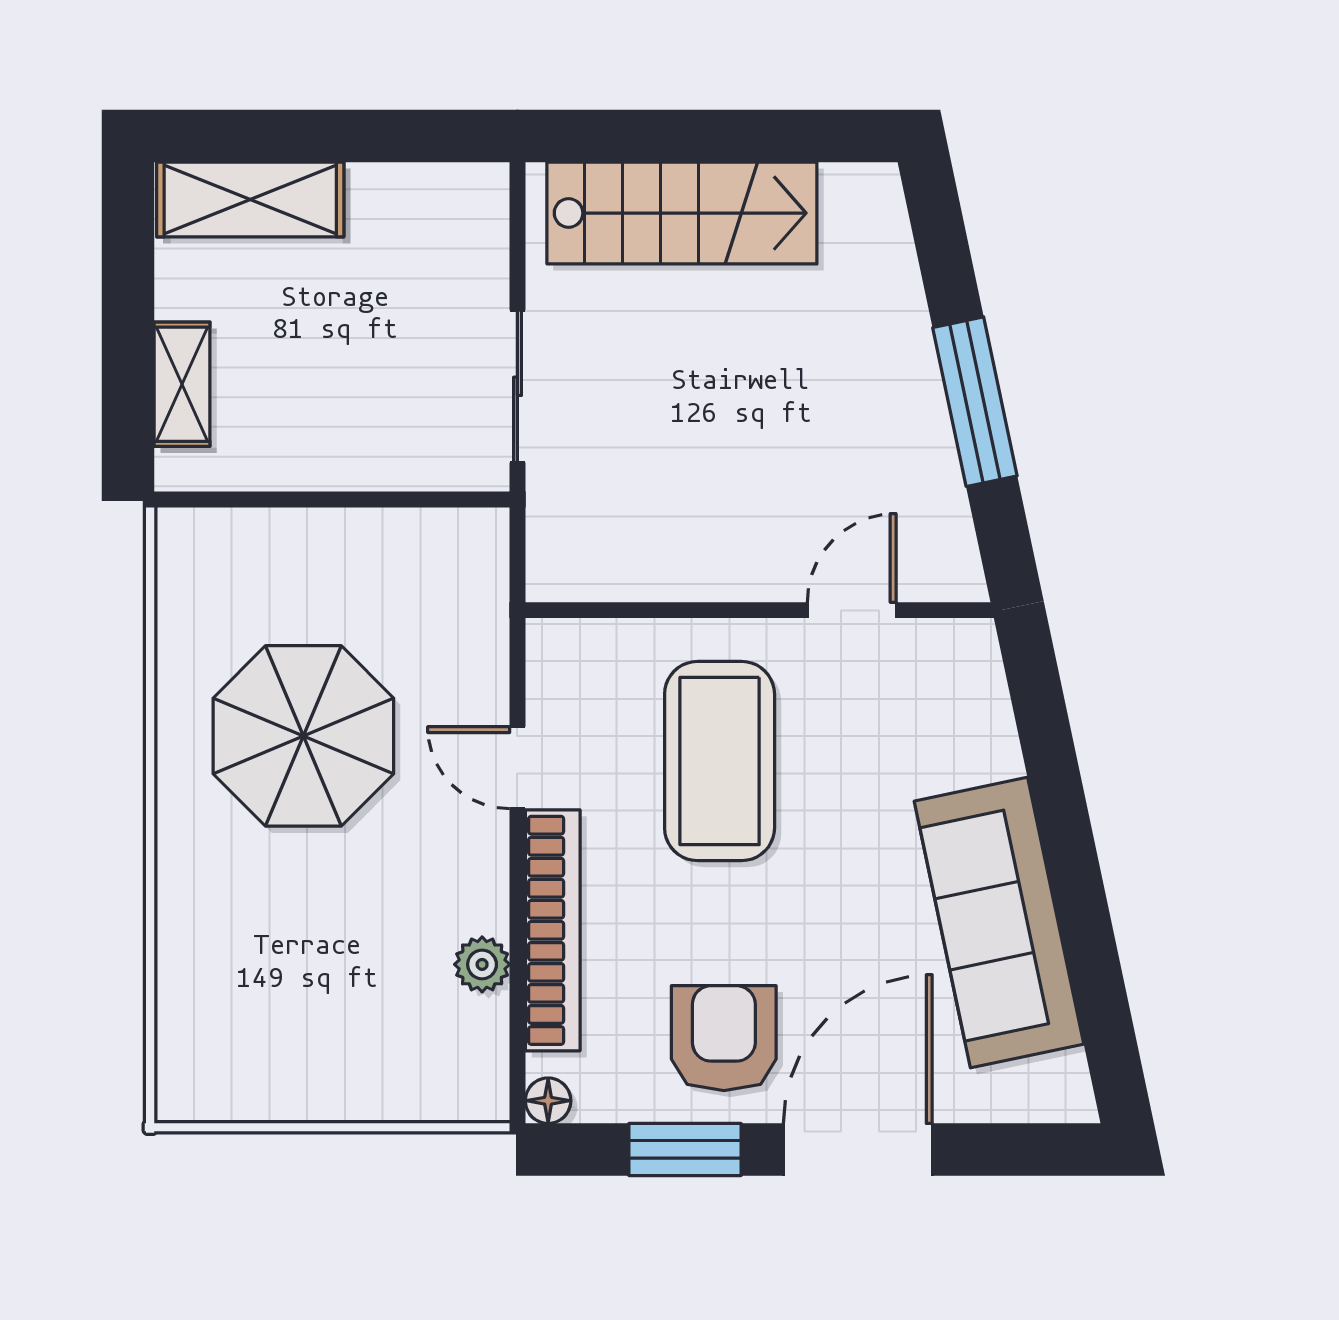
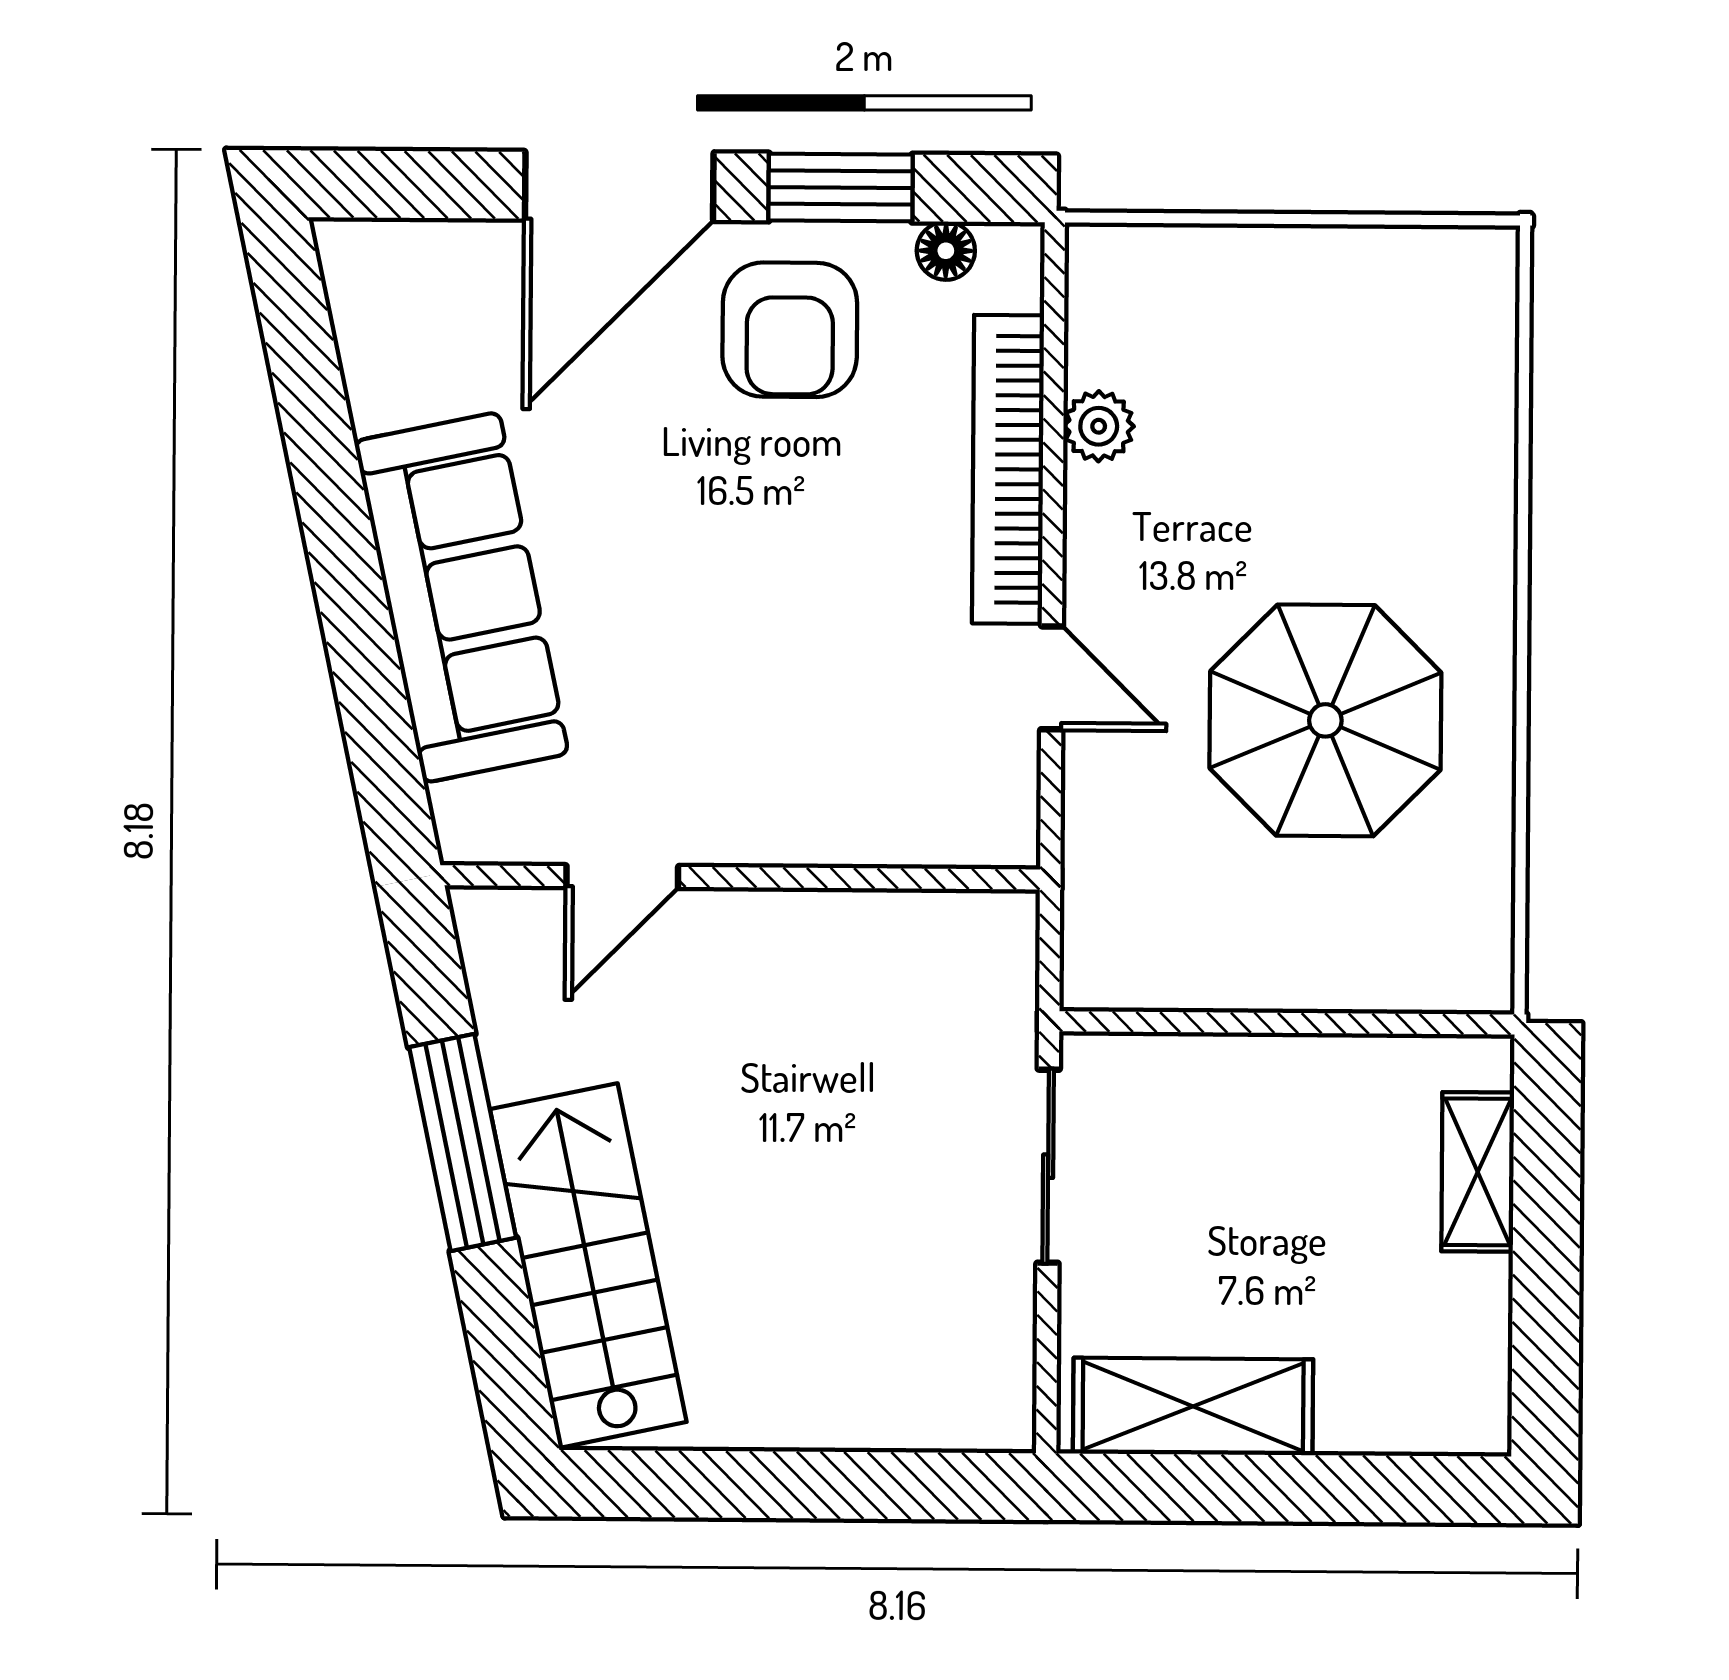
shelving: (250, 199) -> (1193, 1406), moved
stairs: (682, 213) -> (588, 1266), moved, turned 78
coffee table: (720, 761) -> (793, 685), removed
sofa: (999, 923) -> (461, 597), moved
floor lamp: (548, 1101) -> (946, 251), moved

